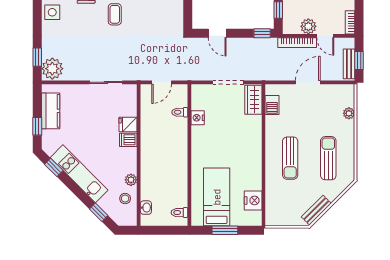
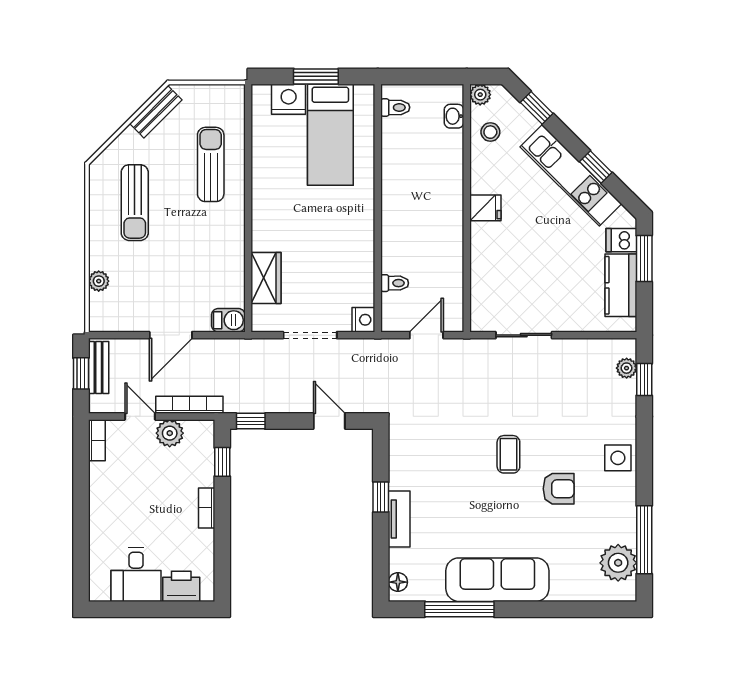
plant: (52, 69) -> (627, 368), width x0.53, depth x0.53
wardrobe: (253, 100) -> (266, 278), moved
barbecue: (272, 105) -> (228, 320), moved, turned 90
nightstand: (198, 118) -> (363, 320), moved
fridge: (128, 125) -> (485, 208), moved
window: (37, 126) -> (644, 258), width x1.50
dishwasher: (128, 140) -> (621, 240), moved, turned 180
sun lounger: (290, 158) -> (211, 164), moved
window: (54, 167) -> (596, 167), moved
plant: (131, 180) -> (480, 95), moved
nightstand: (253, 200) -> (289, 99), moved, turned 90

